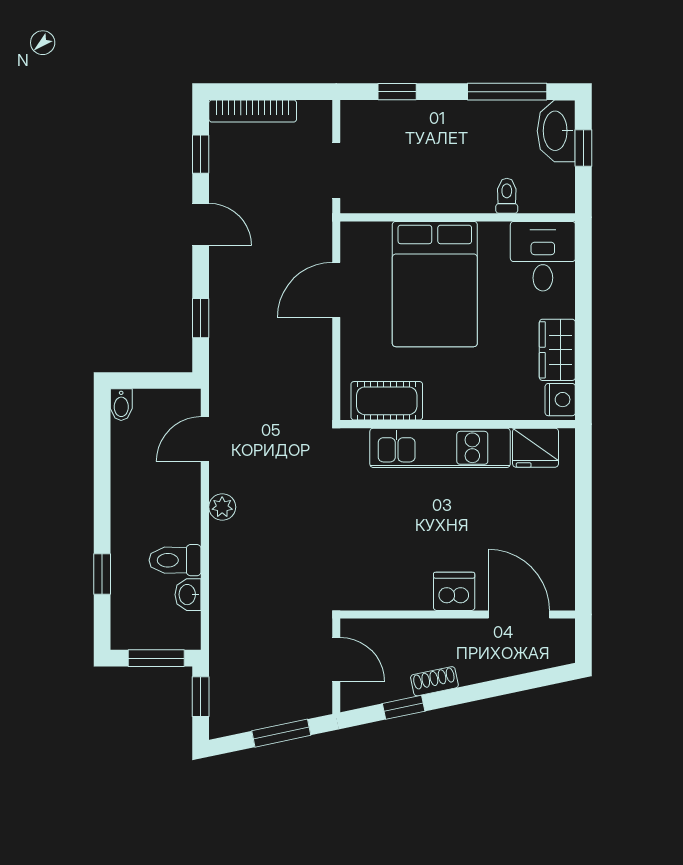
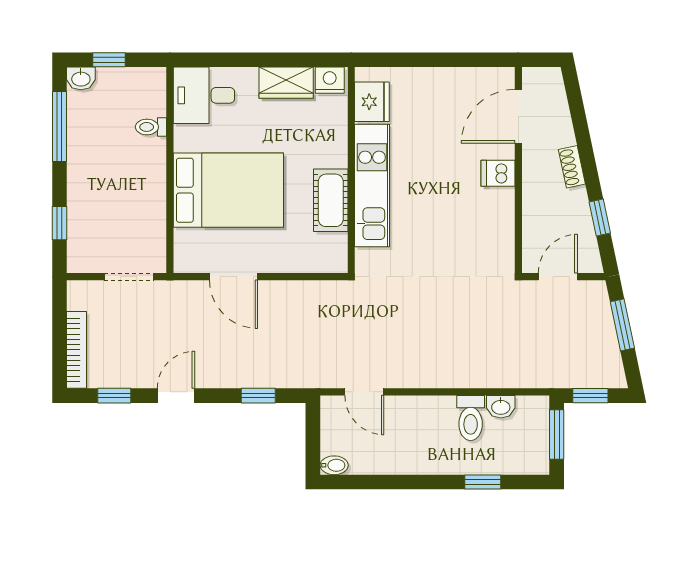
washbasin: (556, 131) -> (81, 78), width x0.52, depth x0.69
cot: (387, 401) -> (331, 200), moved
plant: (222, 507) -> (424, 377), removed
dishwasher: (454, 591) -> (498, 173), width x0.73
shoe rack: (434, 681) -> (572, 167), moved

